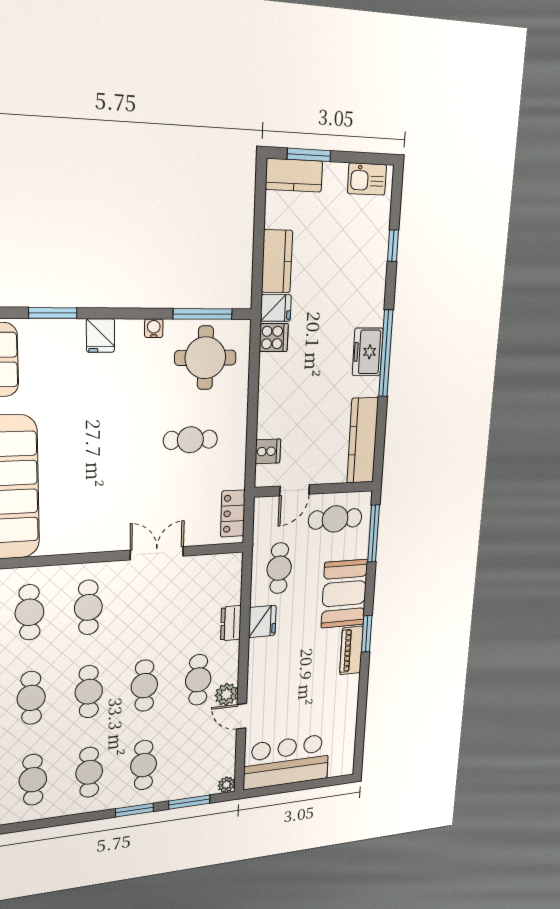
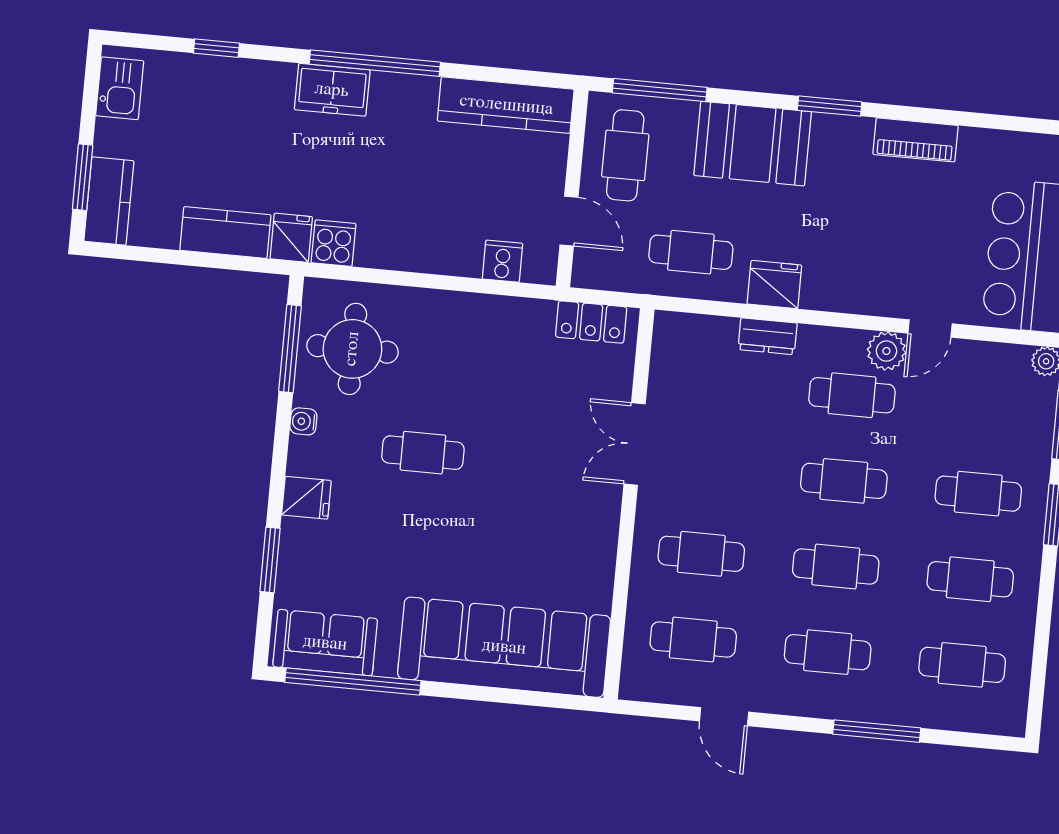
freezer: (368, 352) -> (332, 90), moved
cafe table: (190, 440) -> (423, 453), moved, turned 90
piano: (351, 650) -> (916, 140), moved

